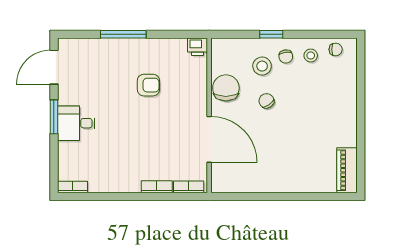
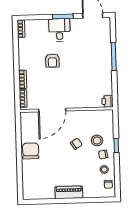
armchair: (148, 85) -> (52, 61), moved
chair: (226, 88) -> (31, 151), moved, turned -90
piano: (347, 170) -> (69, 192), moved

